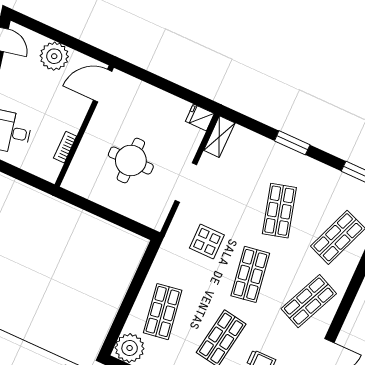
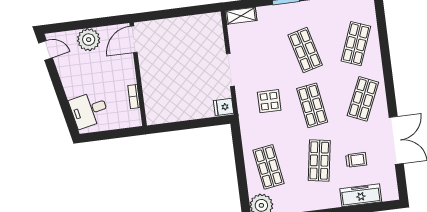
fridge: (200, 117) -> (224, 107), moved
shelving: (219, 137) -> (241, 16), moved, turned 90
round table: (131, 161) -> (184, 78), removed

